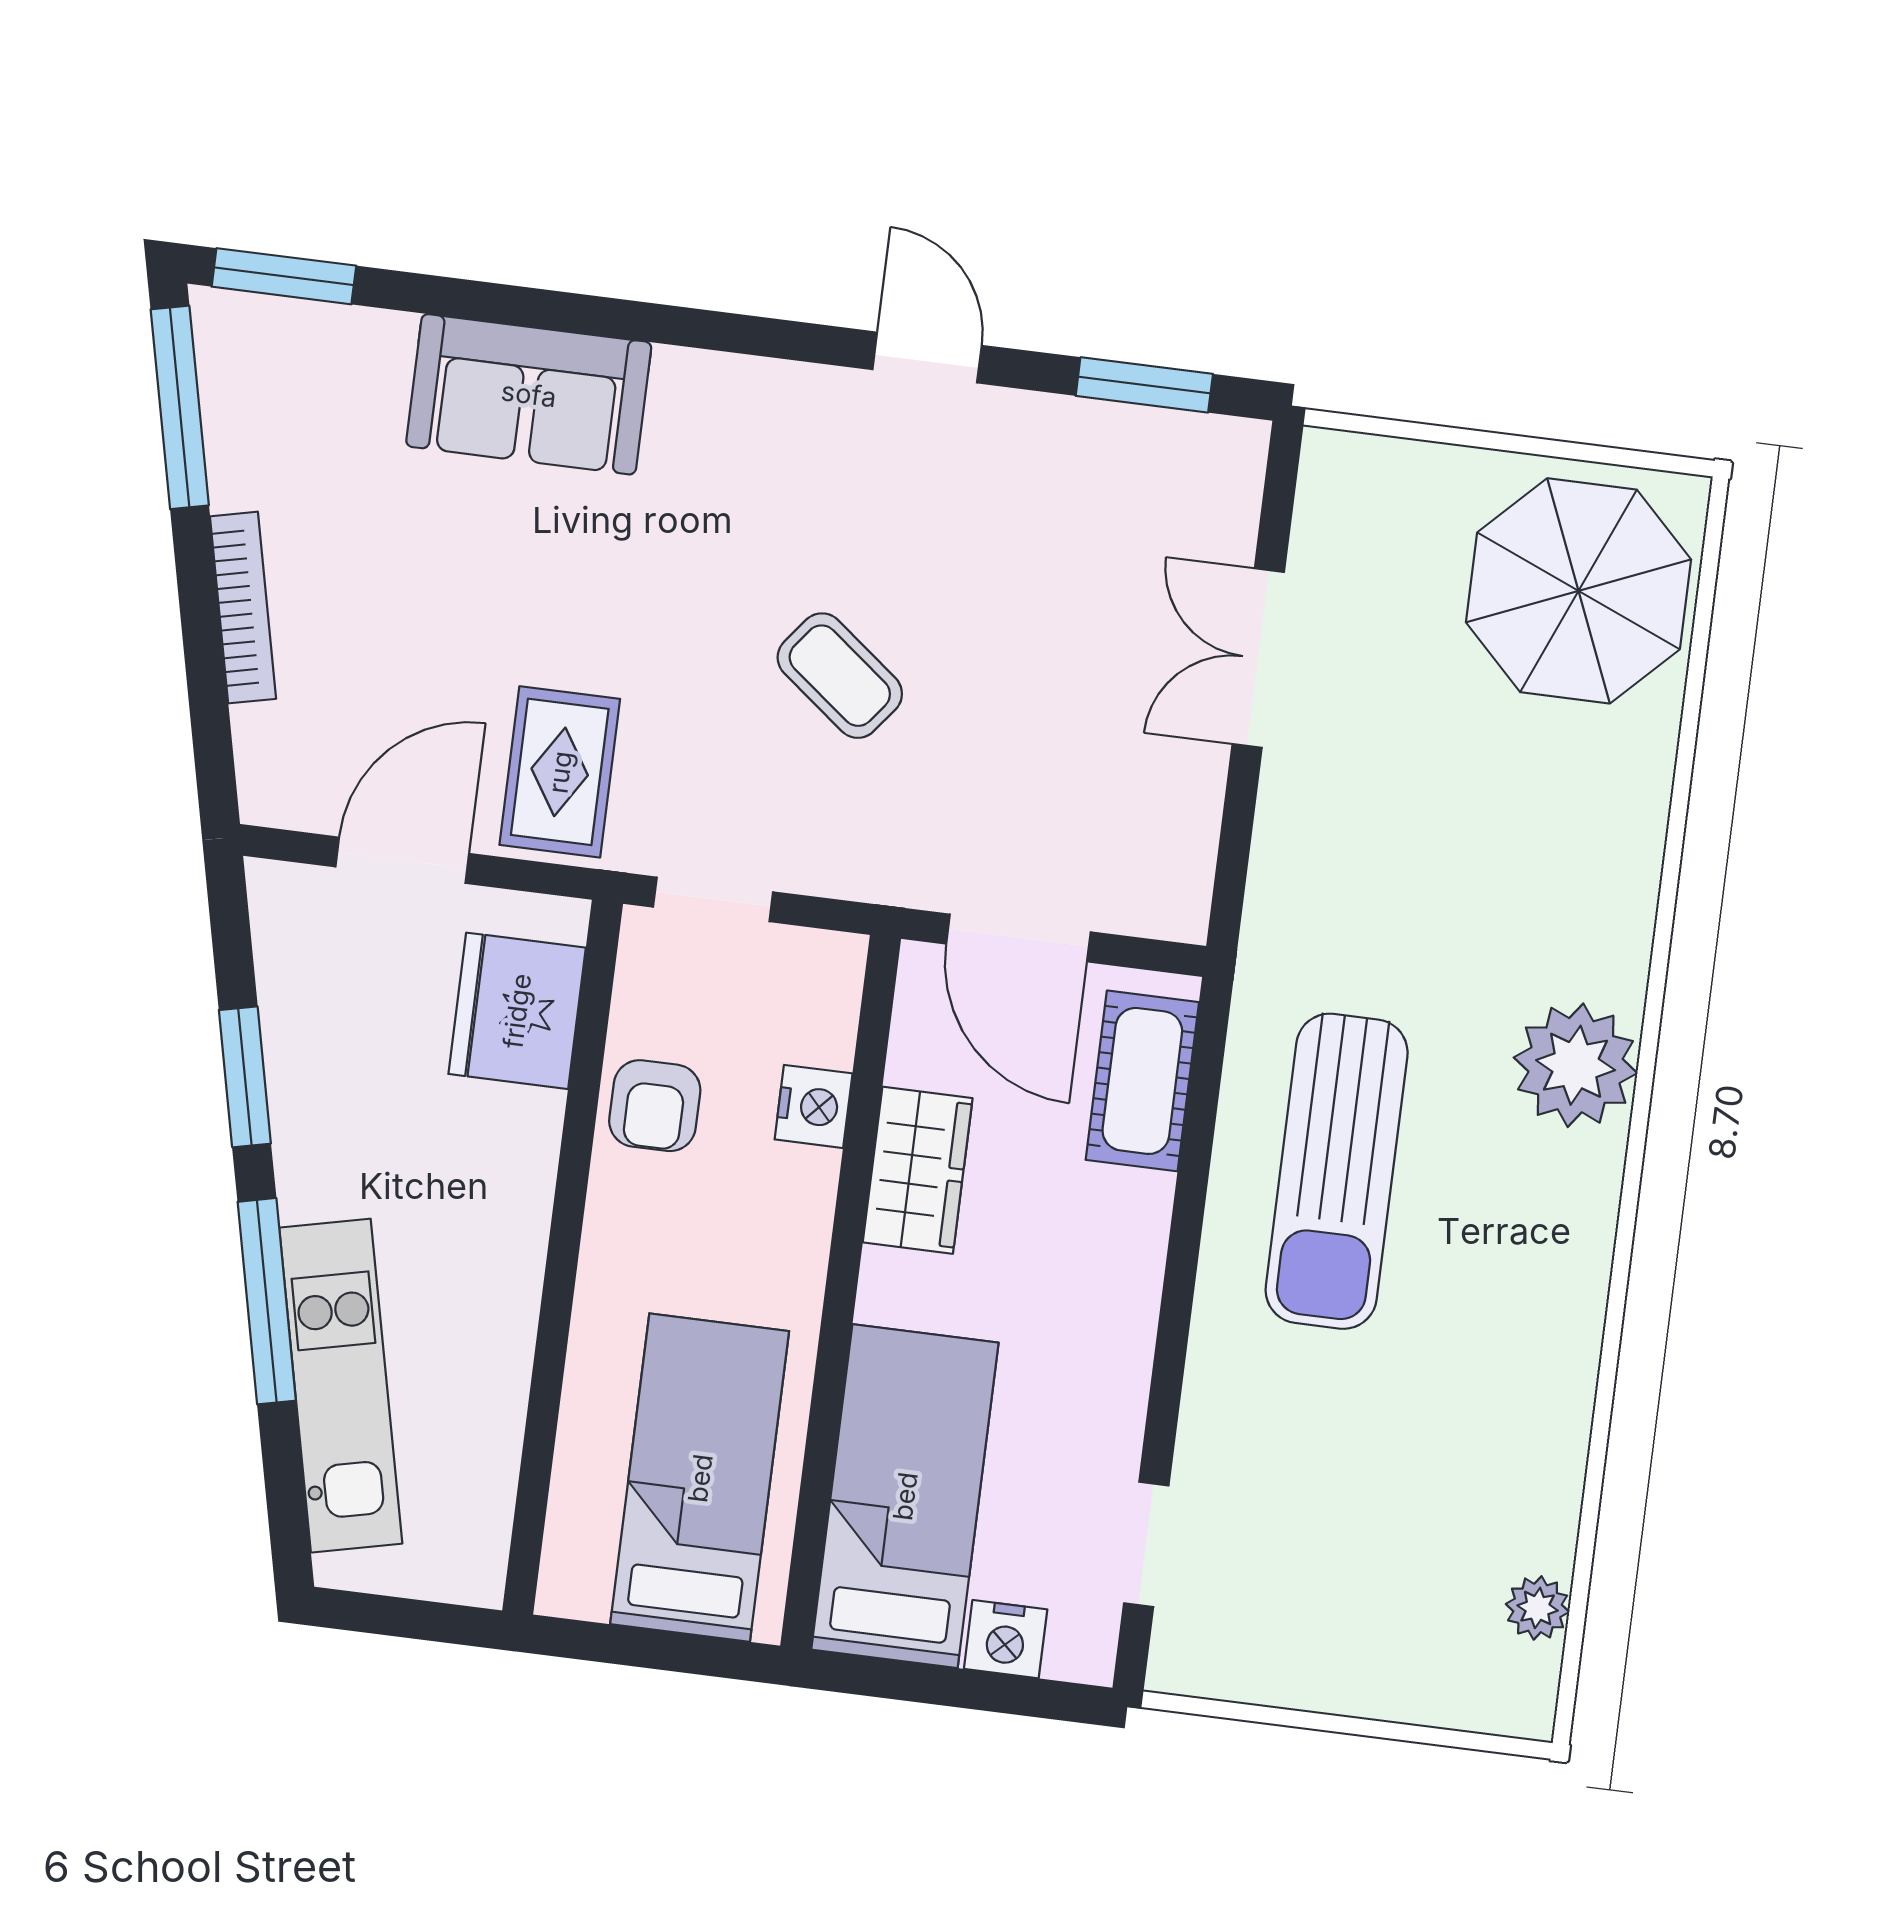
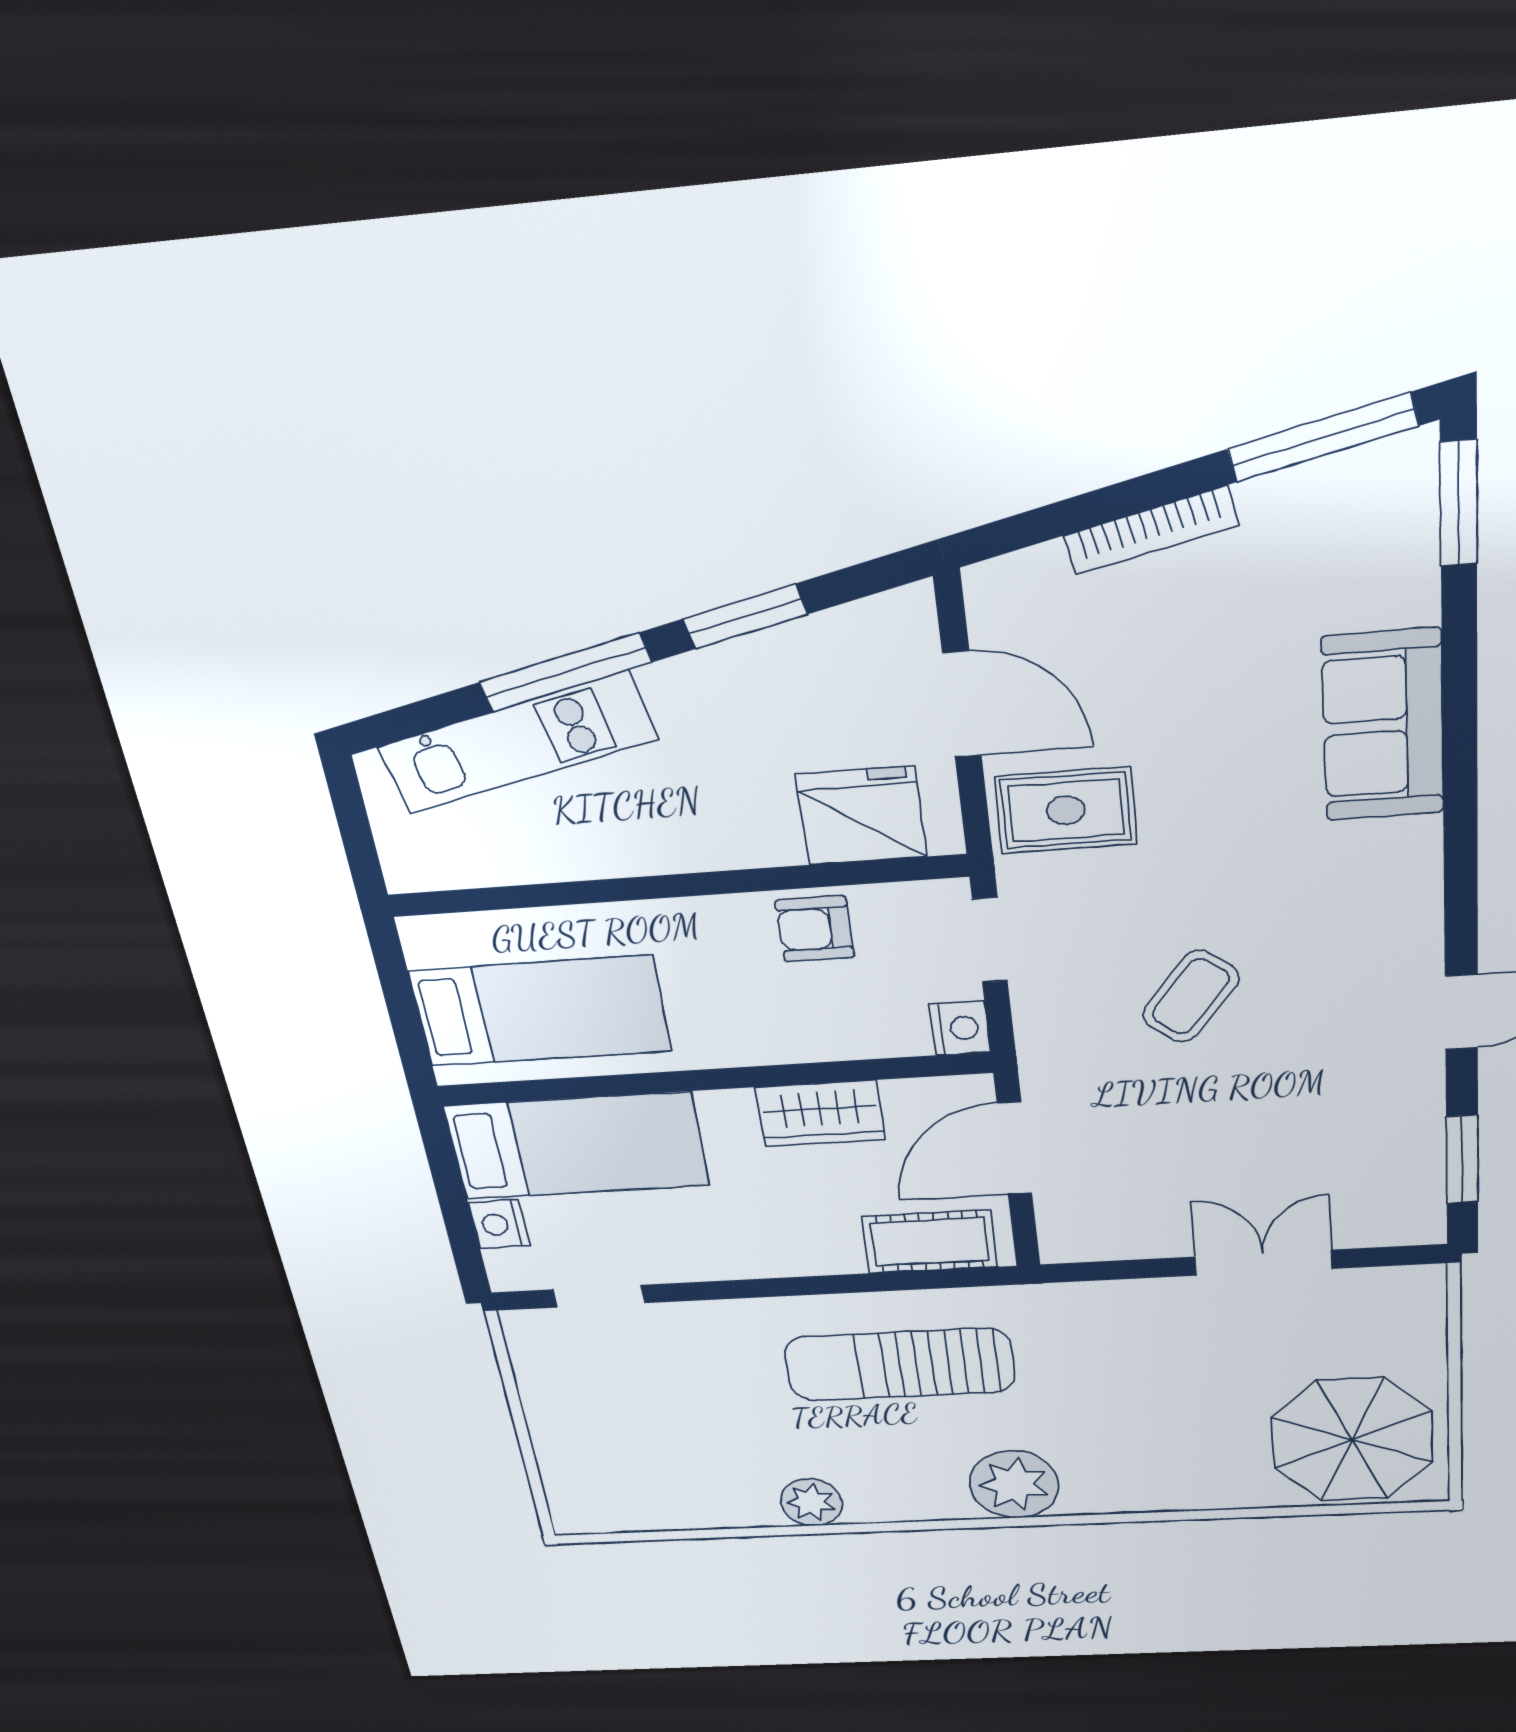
nightstand: (814, 1106) -> (960, 1028), moved, turned -90
plant: (1538, 1608) -> (811, 1502), moved, width x1.38, depth x1.38

